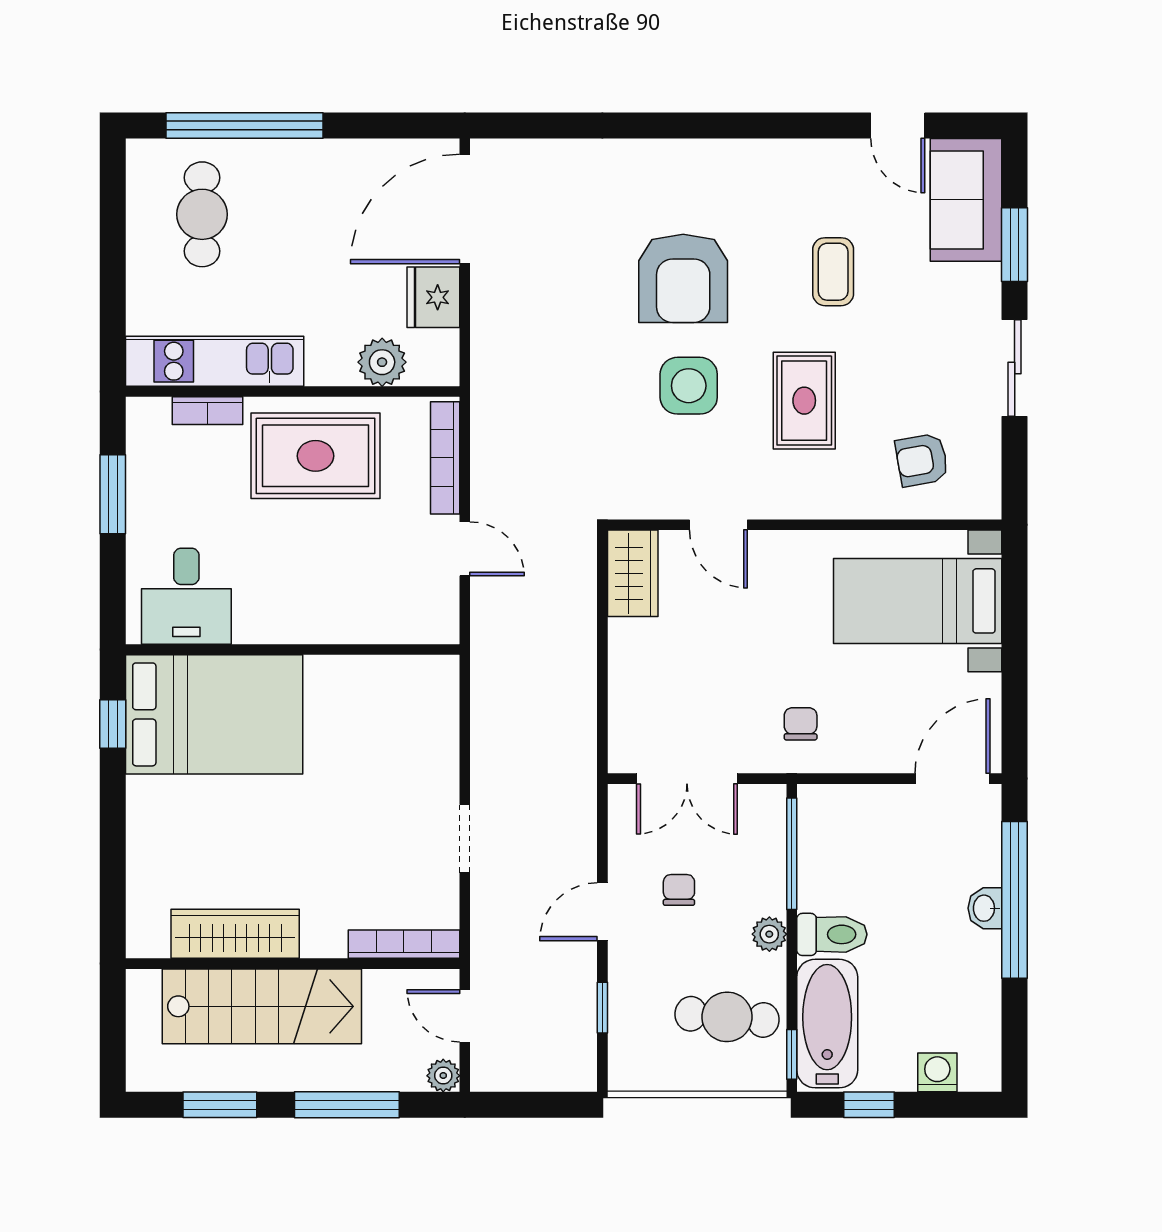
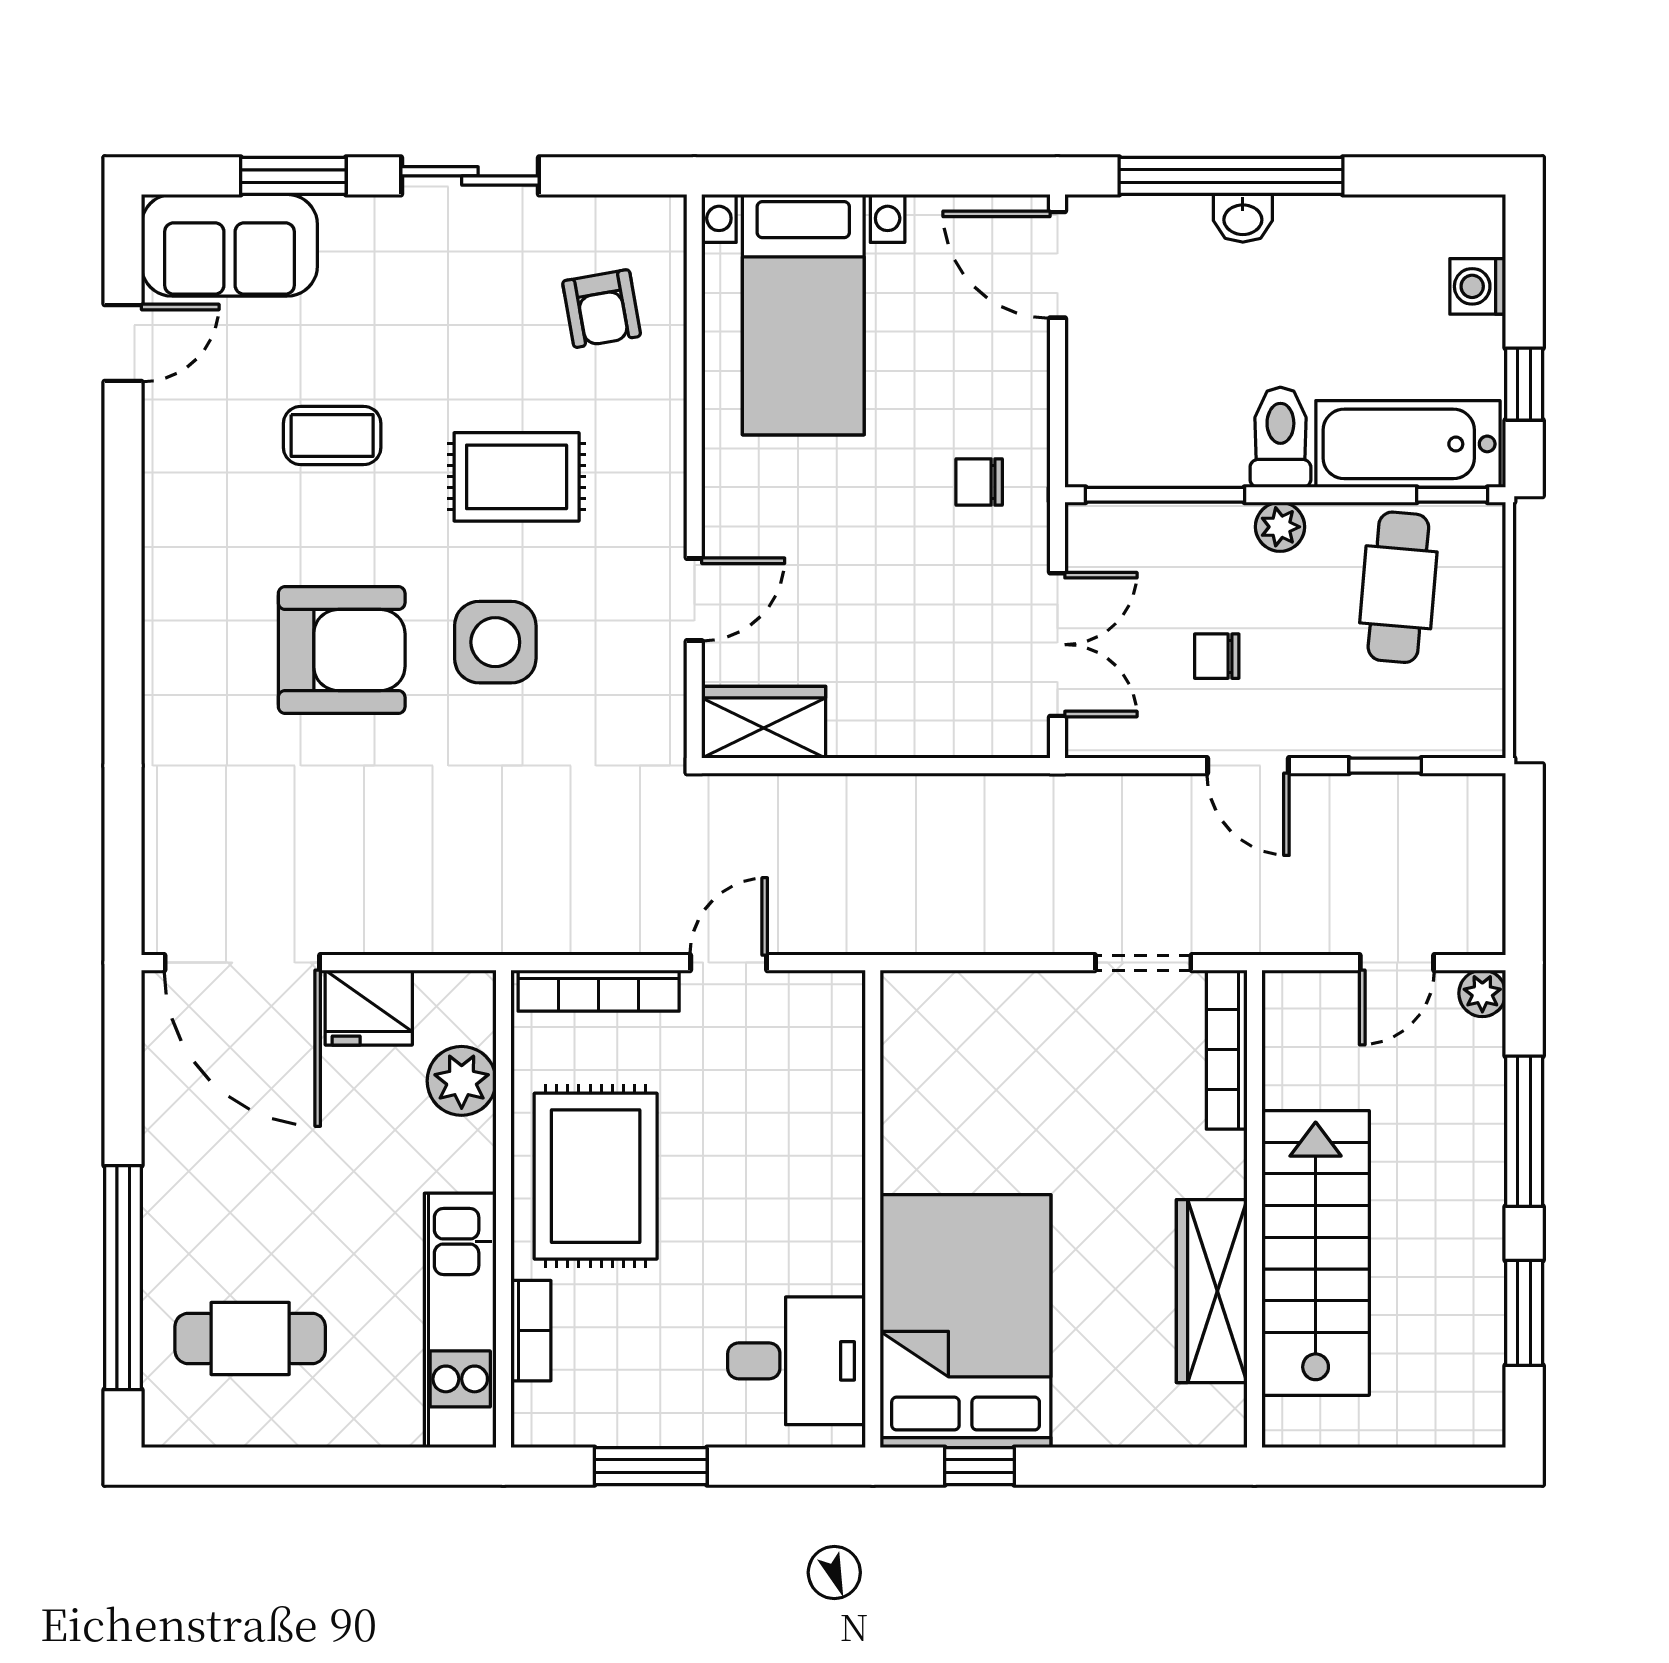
wardrobe: (235, 934) -> (1212, 1291), moved
bookcase: (404, 944) -> (1227, 1050), moved
wall: (293, 964) -> (1254, 1209), moved
stairs: (262, 1006) -> (1316, 1253), moved

